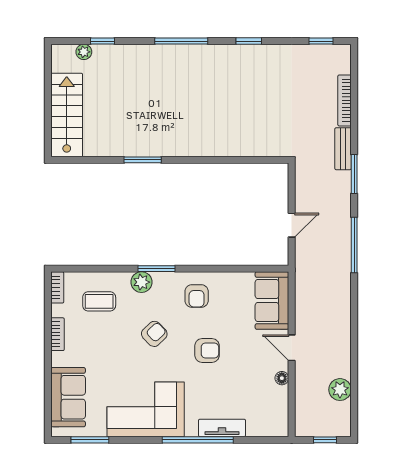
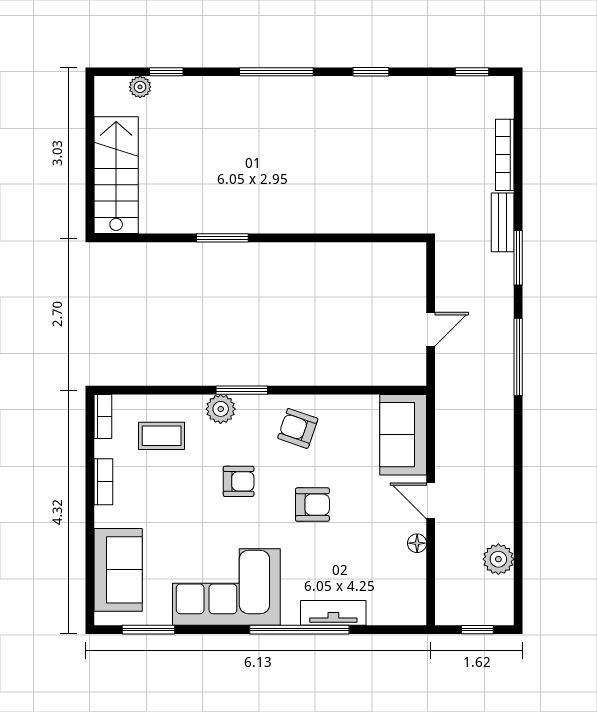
armchair: (197, 296) -> (298, 428), turned 109
armchair: (154, 334) -> (239, 481), turned 44

